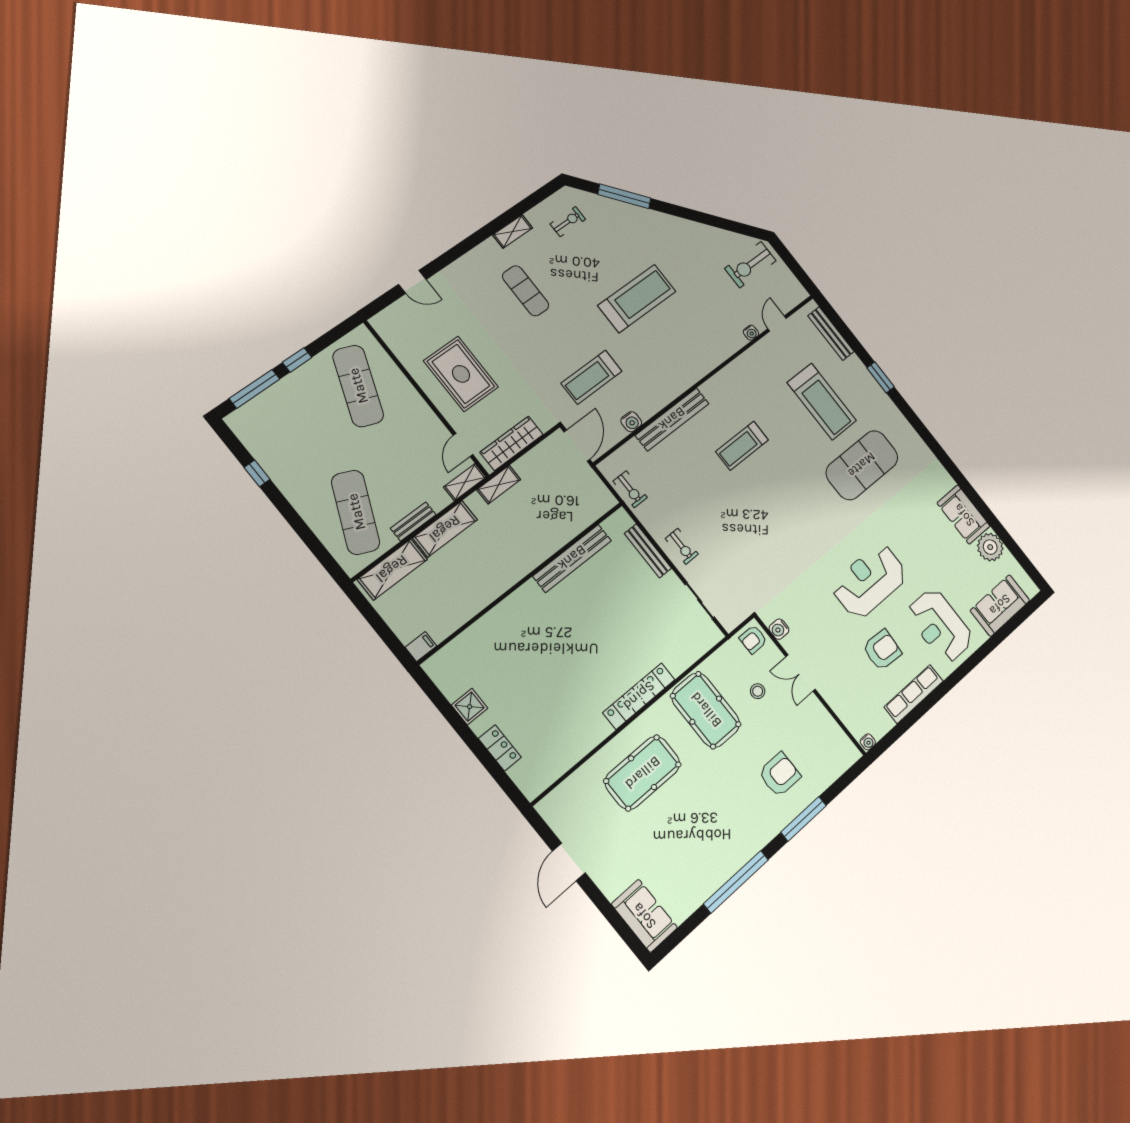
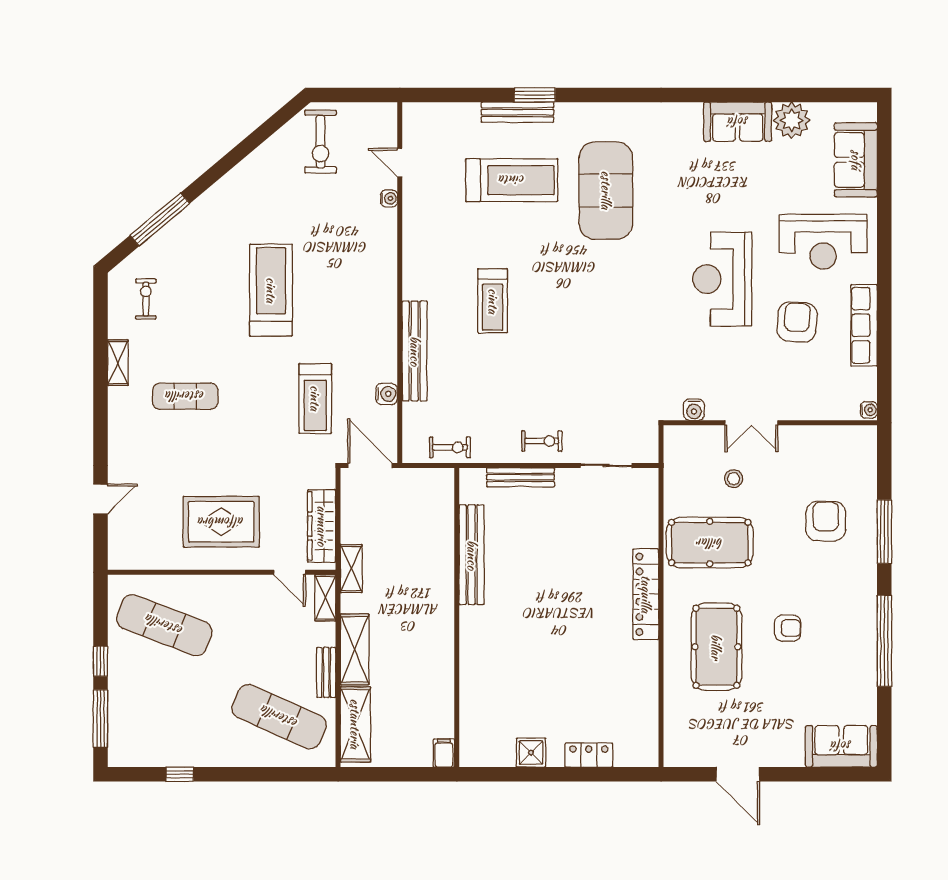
bench: (831, 334) -> (517, 112), moved
armchair: (753, 639) -> (788, 628), moved, turned -90

